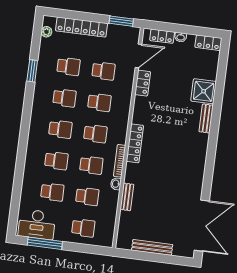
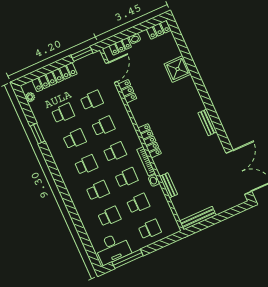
bench: (206, 118) -> (207, 122), moved
bench: (152, 247) -> (198, 218), moved

